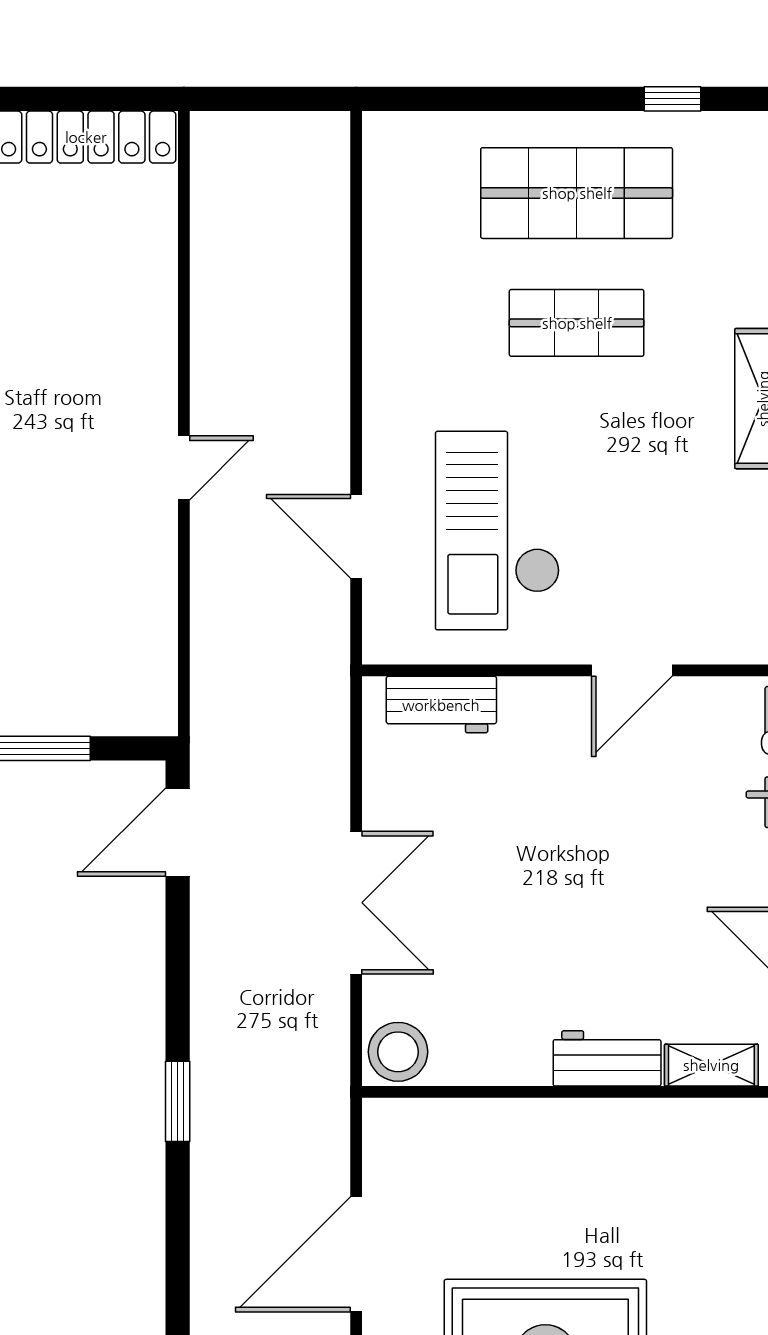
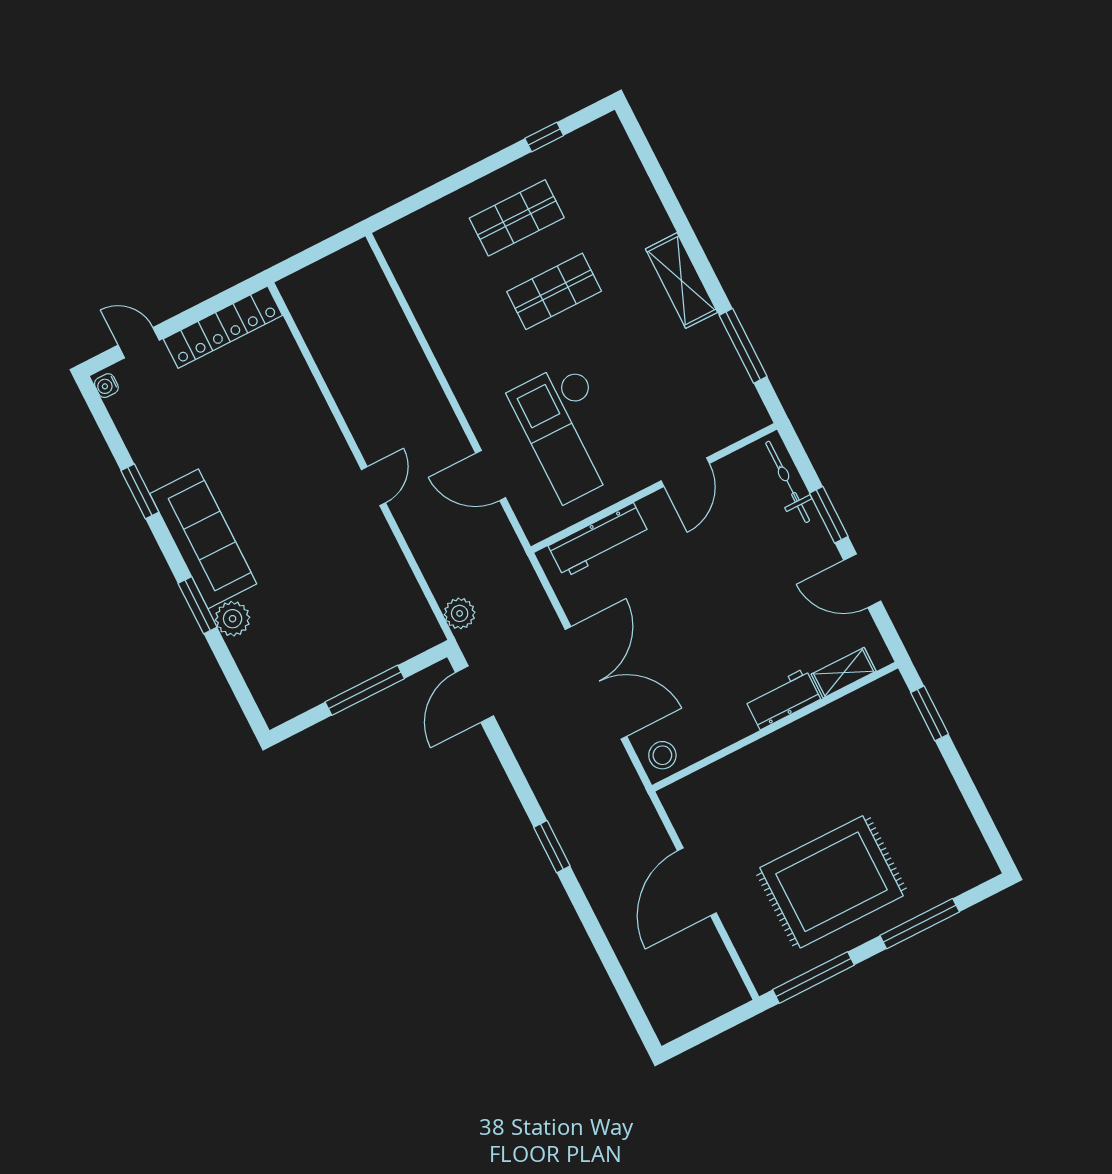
shop shelf: (577, 193) -> (517, 218), width x0.70, depth x0.74
workbench: (441, 705) -> (599, 540), width x1.38
plant: (214, 708) -> (460, 613), added
double door: (356, 903) -> (596, 683), width x1.36
stool: (398, 1052) -> (662, 755), width x0.73, depth x0.73

